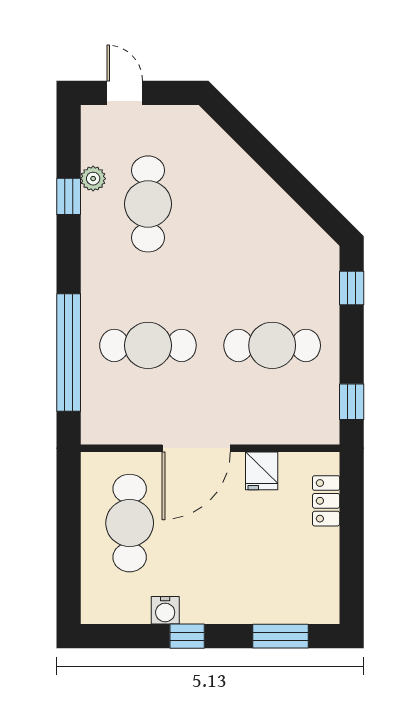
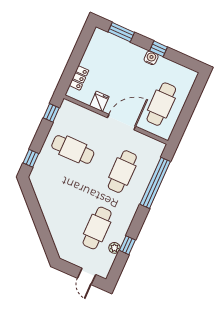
cafe table: (148, 345) -> (122, 172), turned 90
water cooler: (165, 610) -> (151, 58), moved

